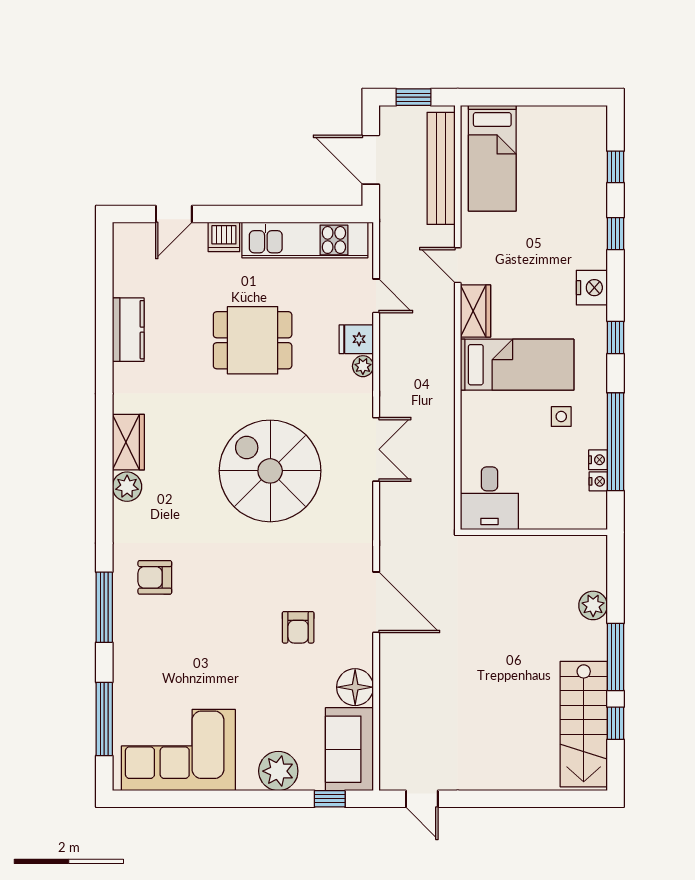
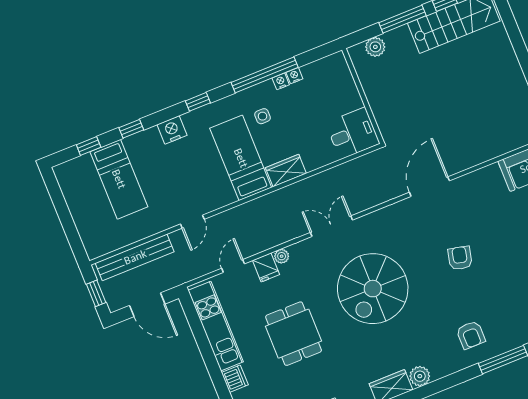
bed: (492, 158) -> (119, 179), moved, turned 90
door: (371, 160) -> (147, 305), hinge flipped
wardrobe: (476, 311) -> (286, 171), moved
desk: (489, 498) -> (353, 133), moved
wall: (534, 532) -> (363, 96), moved
armchair: (298, 627) -> (460, 258), moved, turned -77
floor lamp: (355, 687) -> (489, 178), removed

